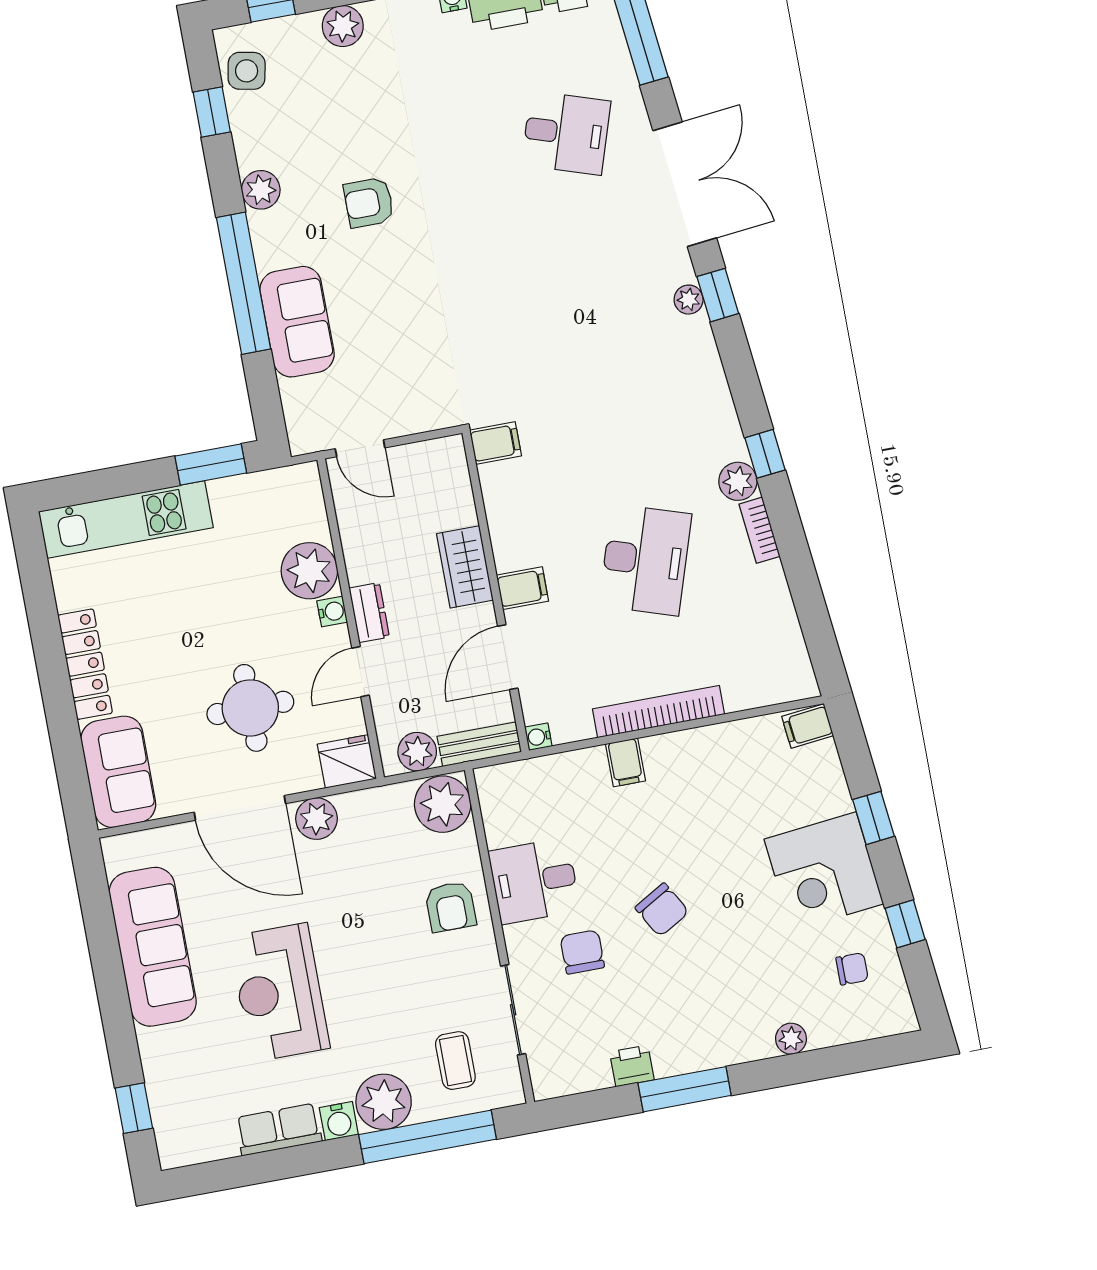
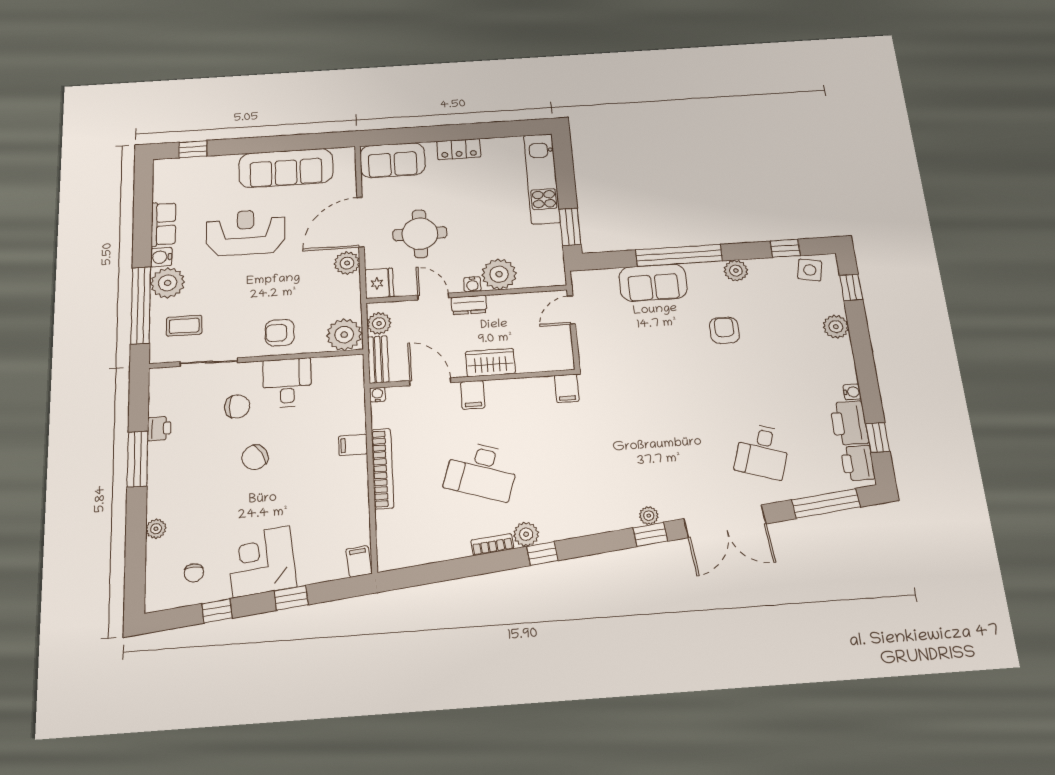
locker: (85, 664) -> (459, 149), width x0.66

